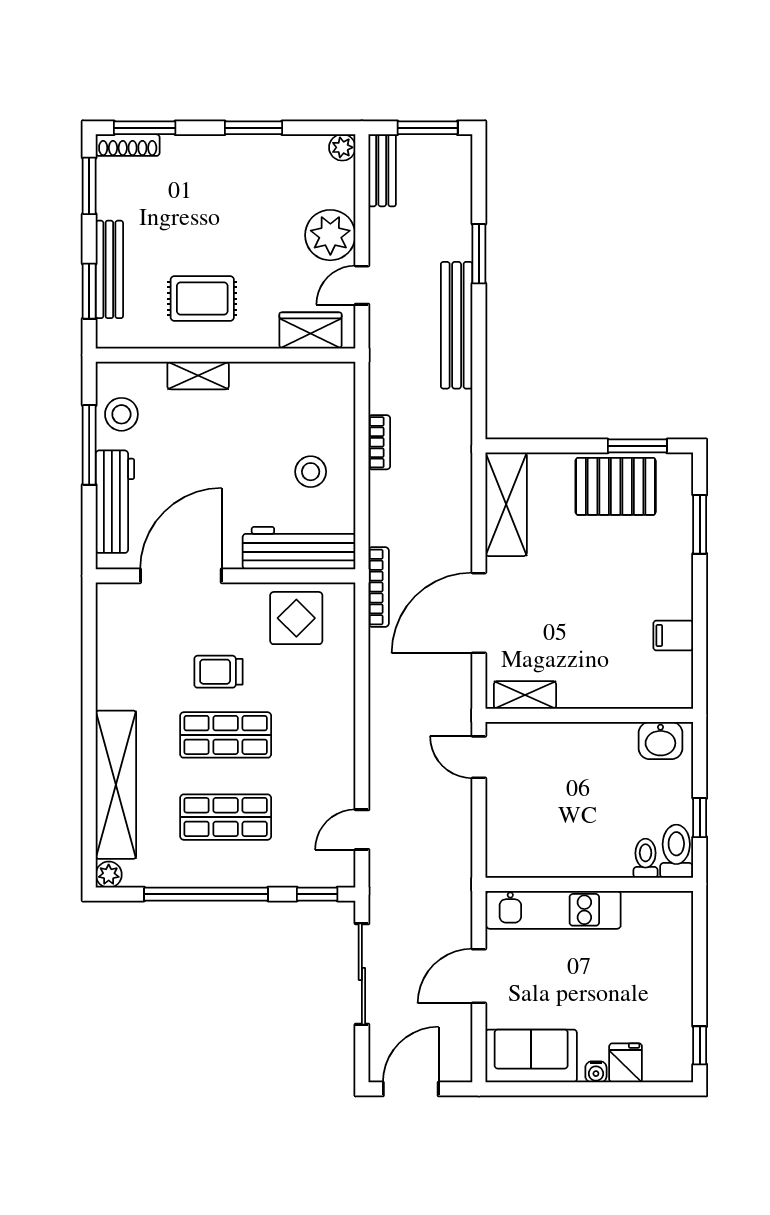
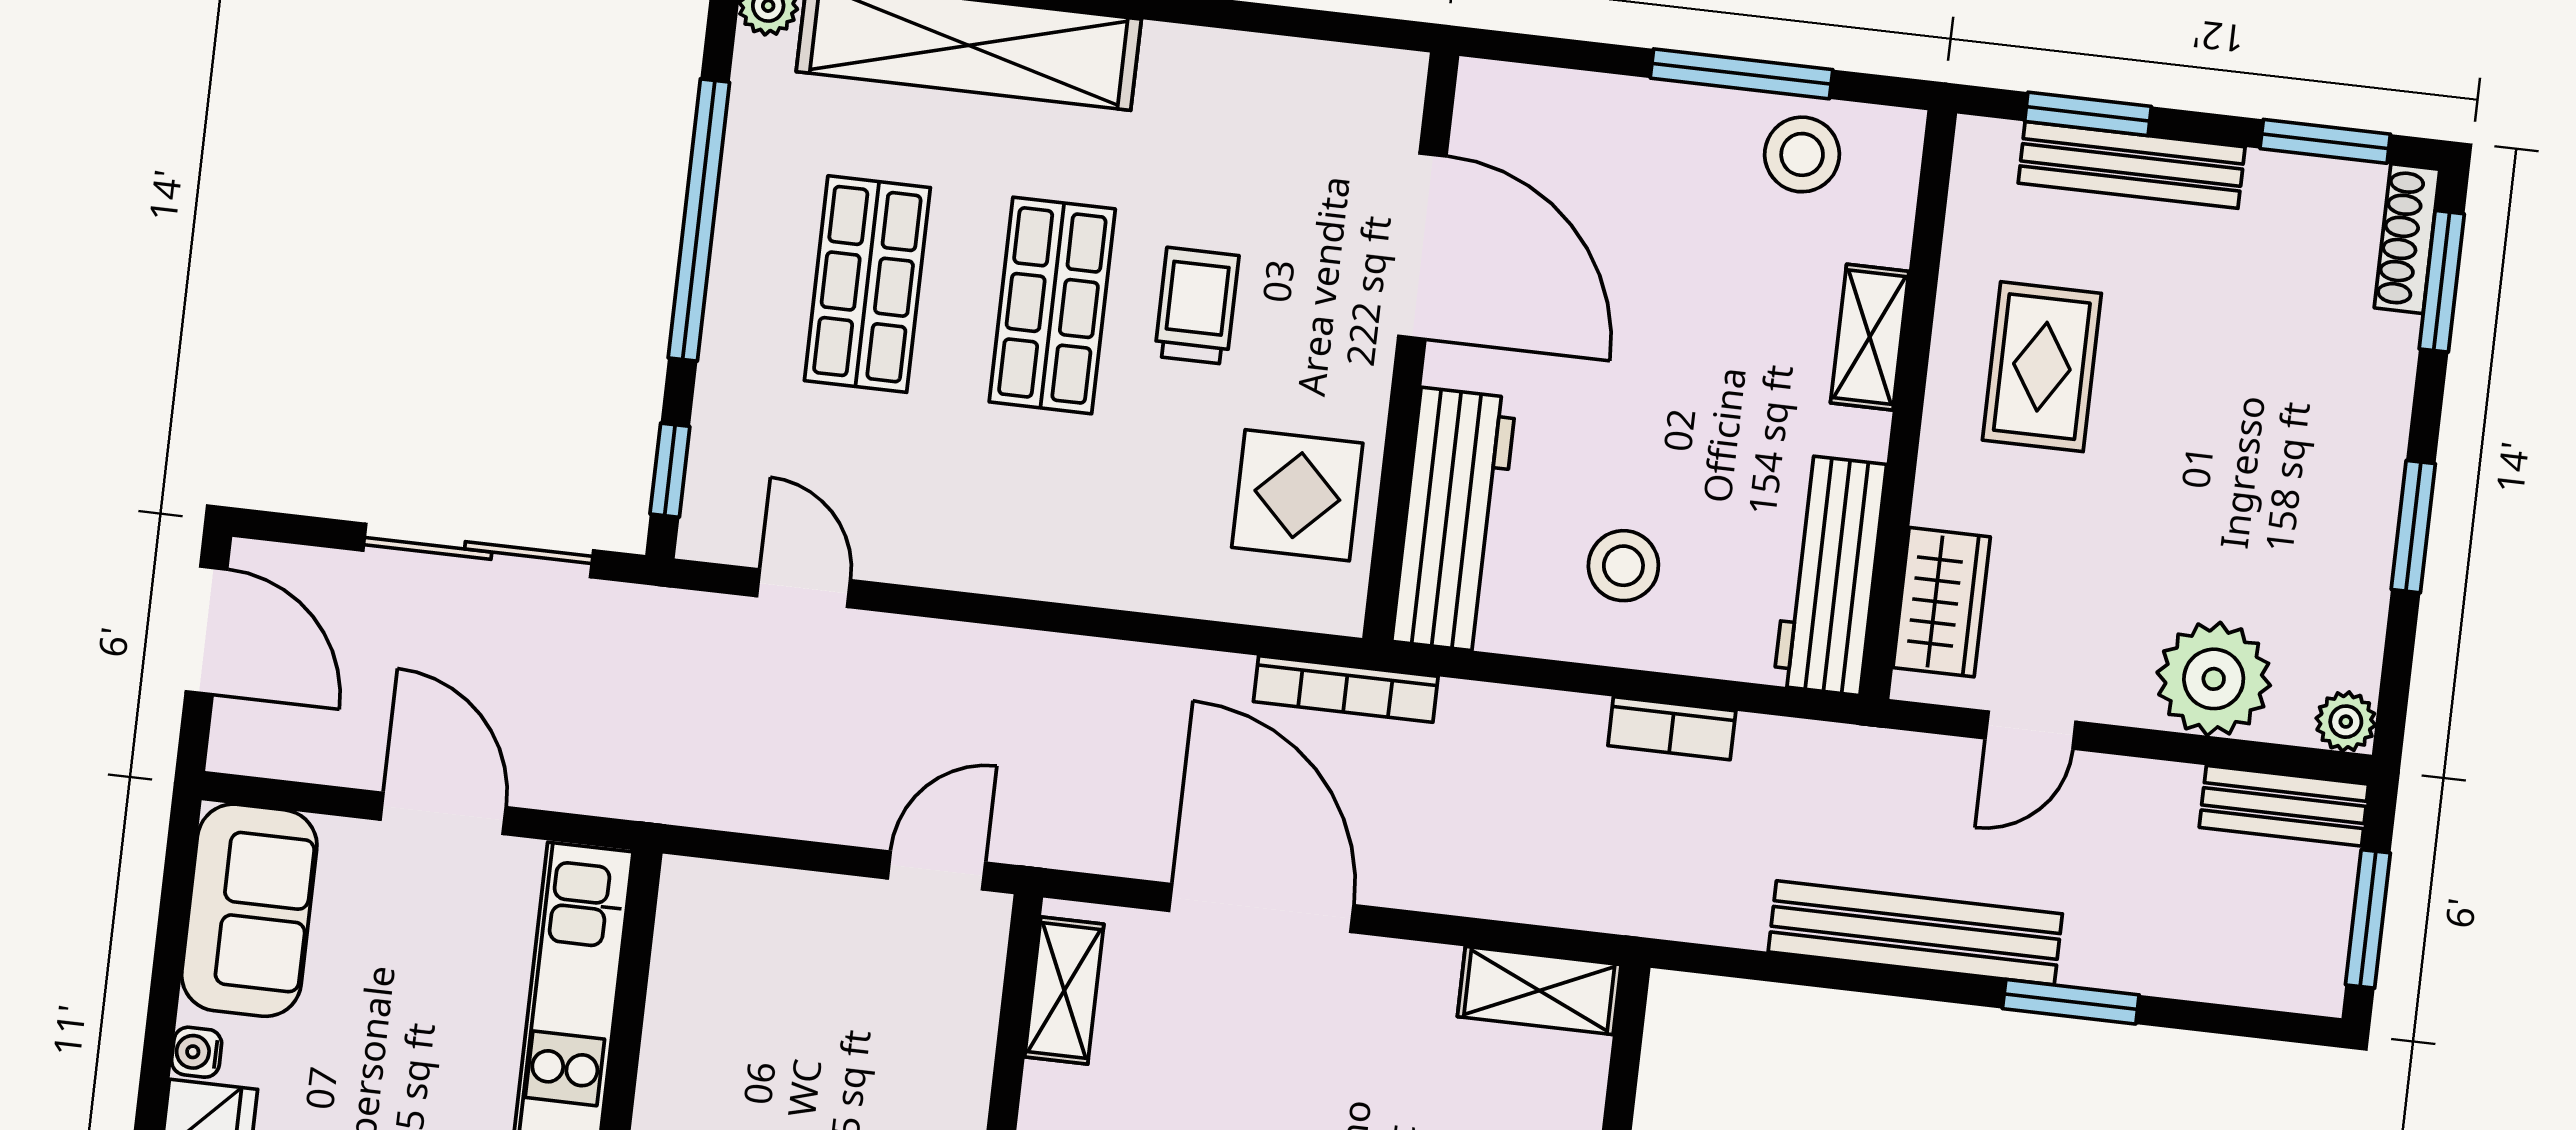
plant: (330, 235) -> (2214, 679), moved
door: (362, 285) -> (2031, 730), swing flipped
workbench: (115, 502) -> (1830, 575), moved, turned 90
shelving: (506, 504) -> (1539, 991), width x0.67, depth x0.75

